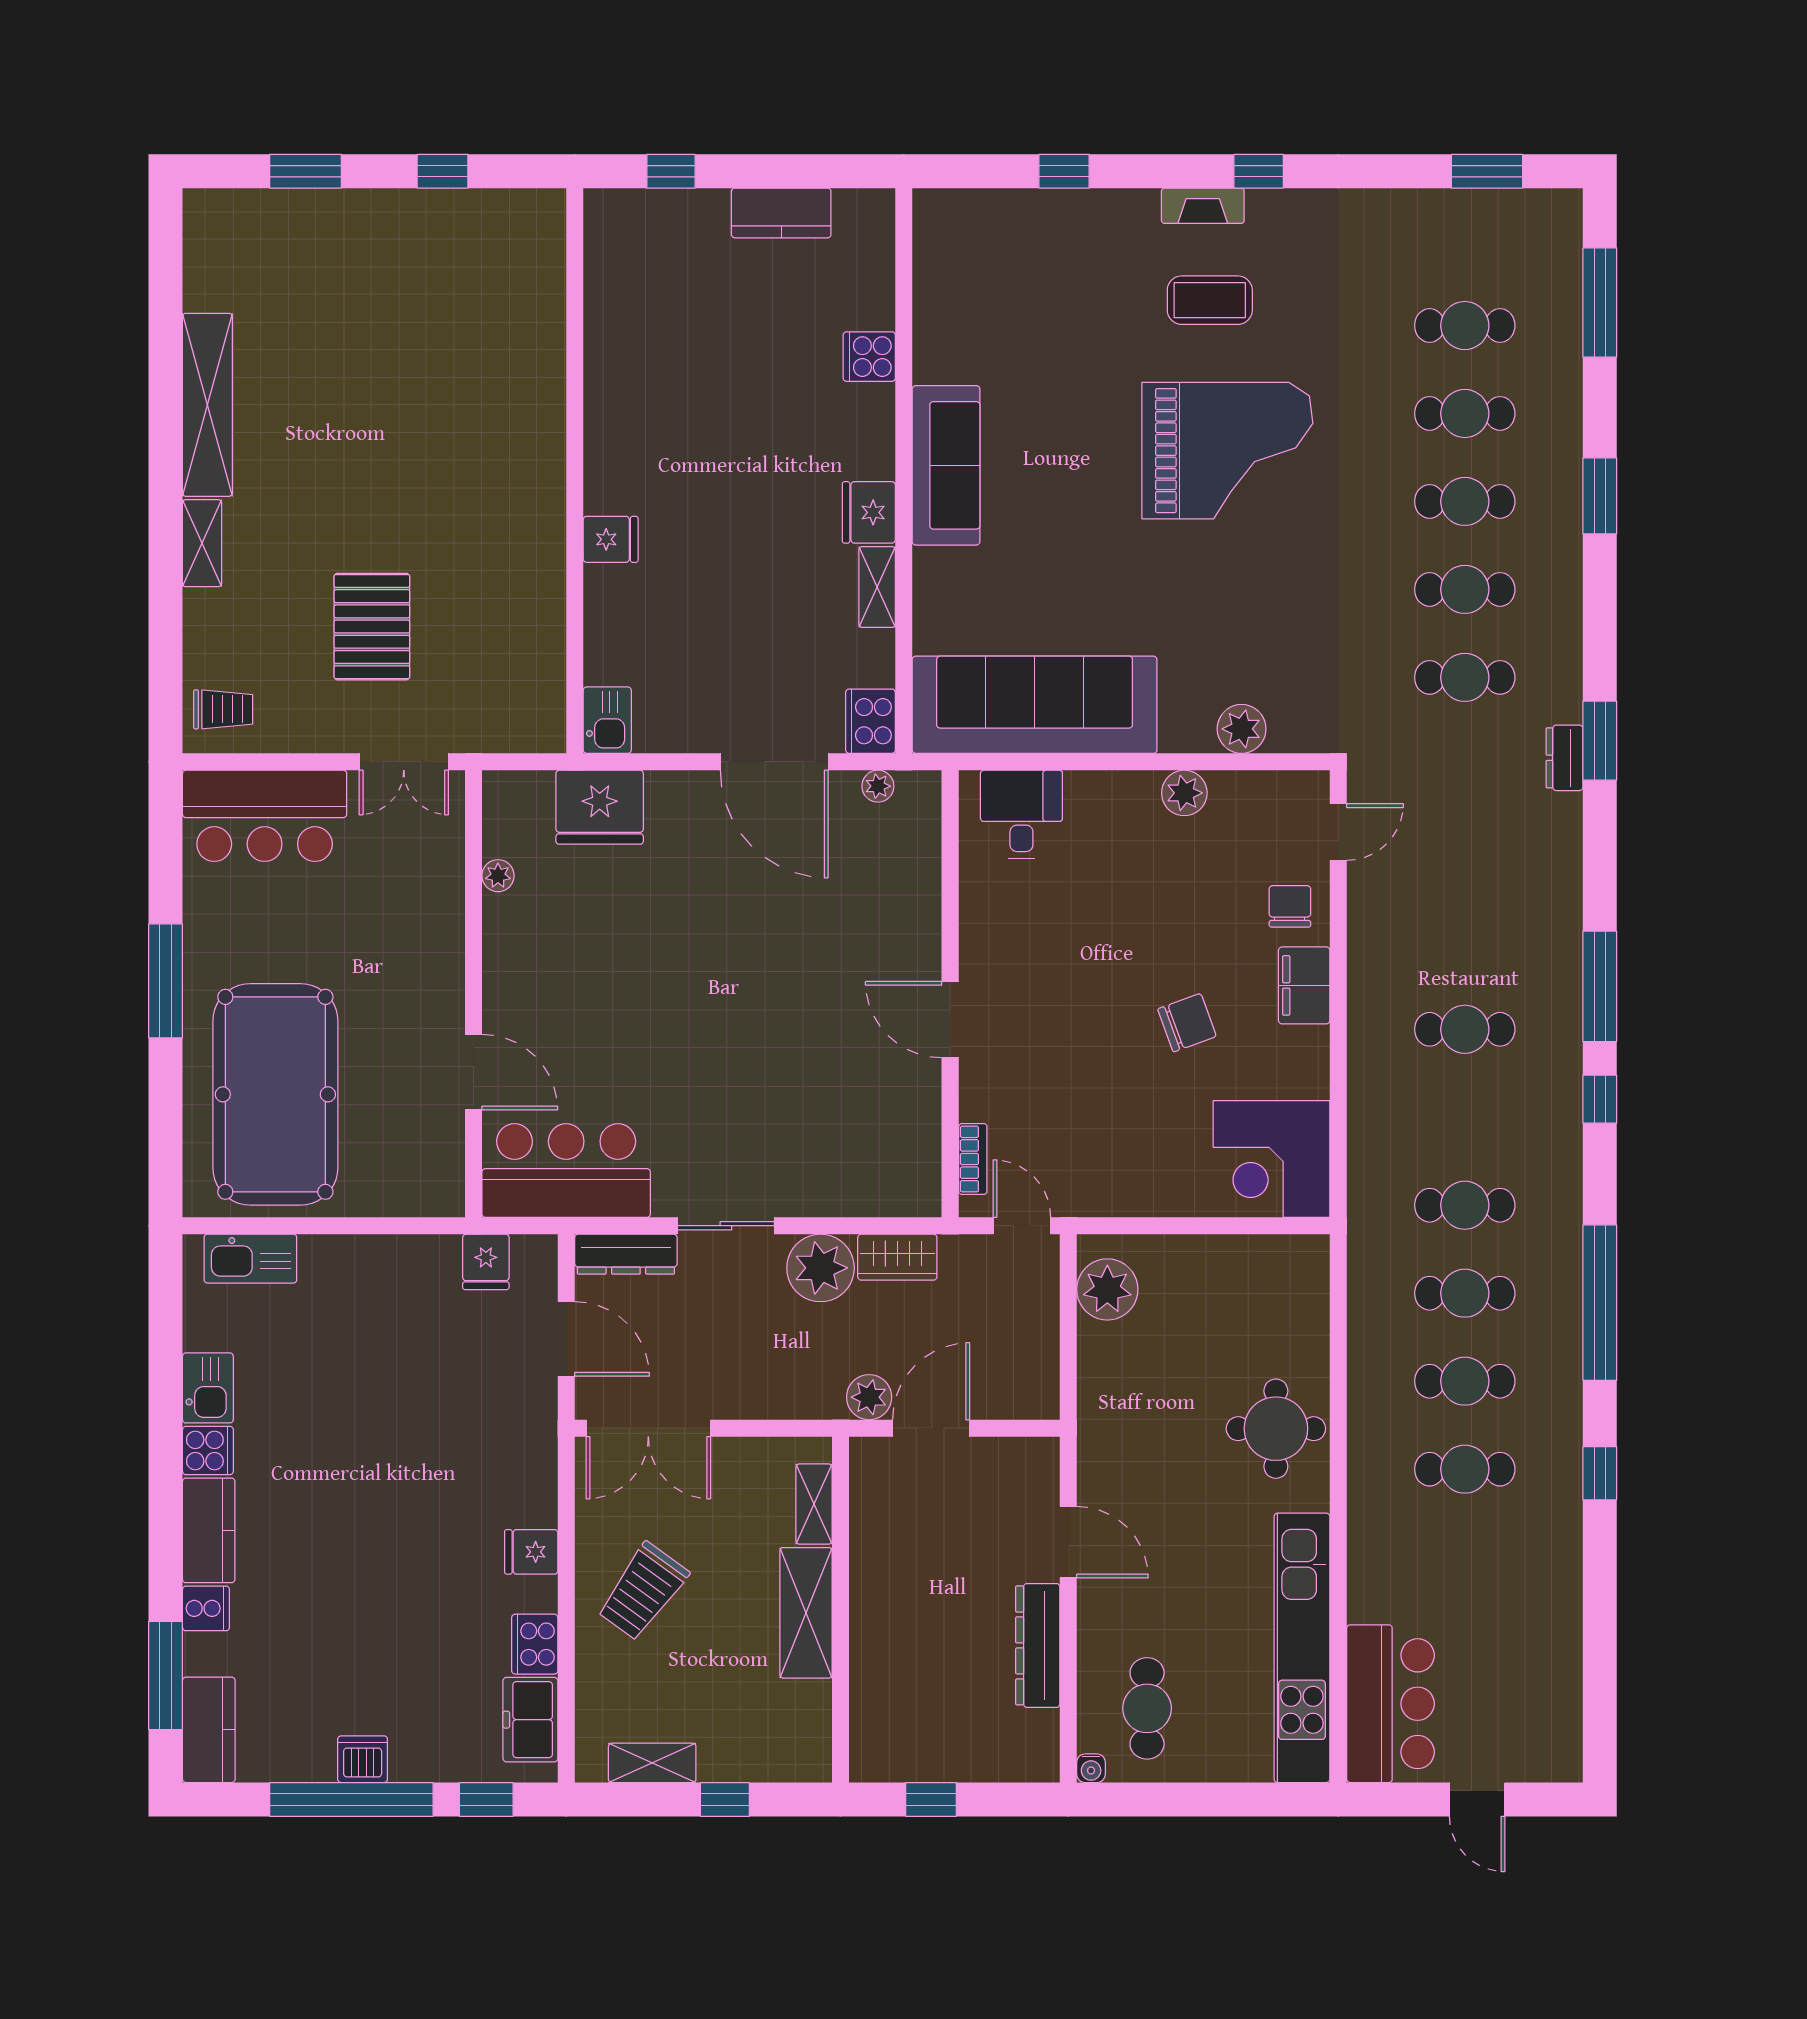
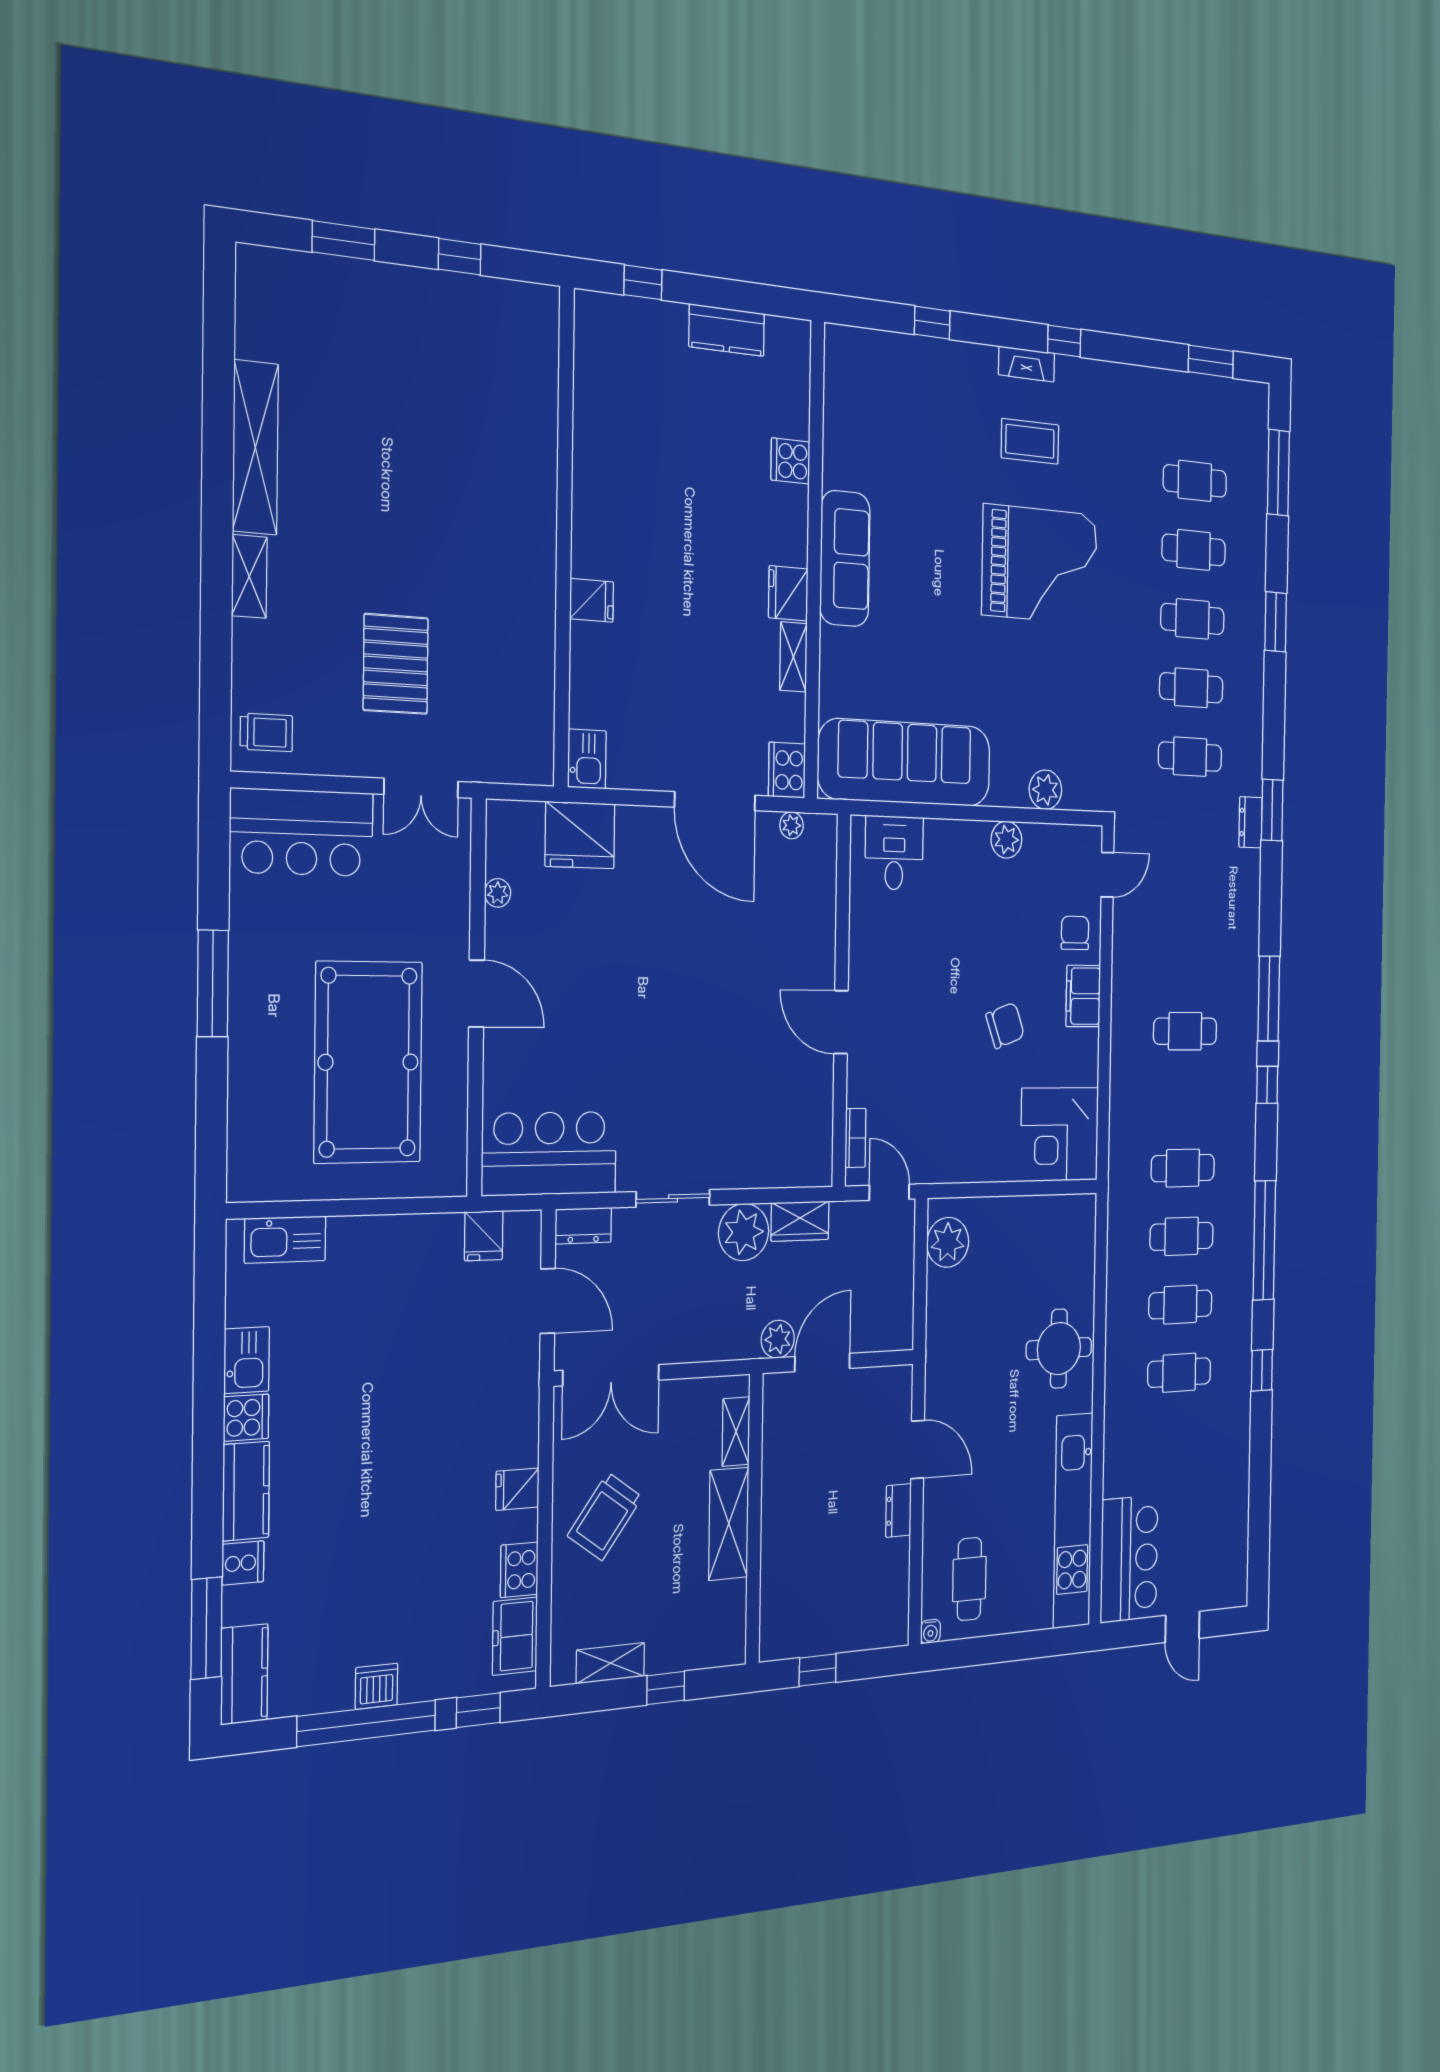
door: (474, 1072) -> (476, 994), moved
pool table: (275, 1094) -> (368, 1062), moved
dresser: (626, 1254) -> (583, 1226), width x0.70
dresser: (1038, 1645) -> (899, 1510), width x0.51, depth x0.80

